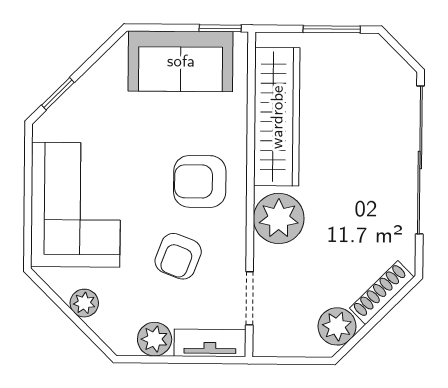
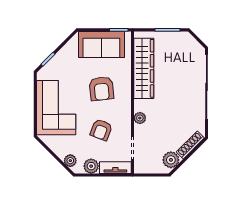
armchair: (200, 181) -> (101, 89), moved, turned -96
plant: (279, 218) -> (140, 118), width x0.53, depth x0.53
plant: (84, 303) -> (70, 161), moved

